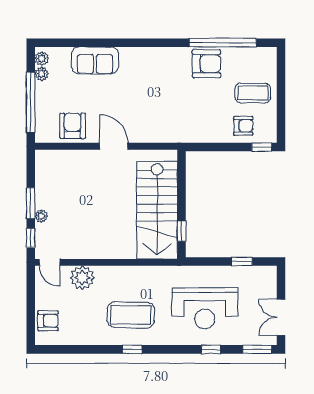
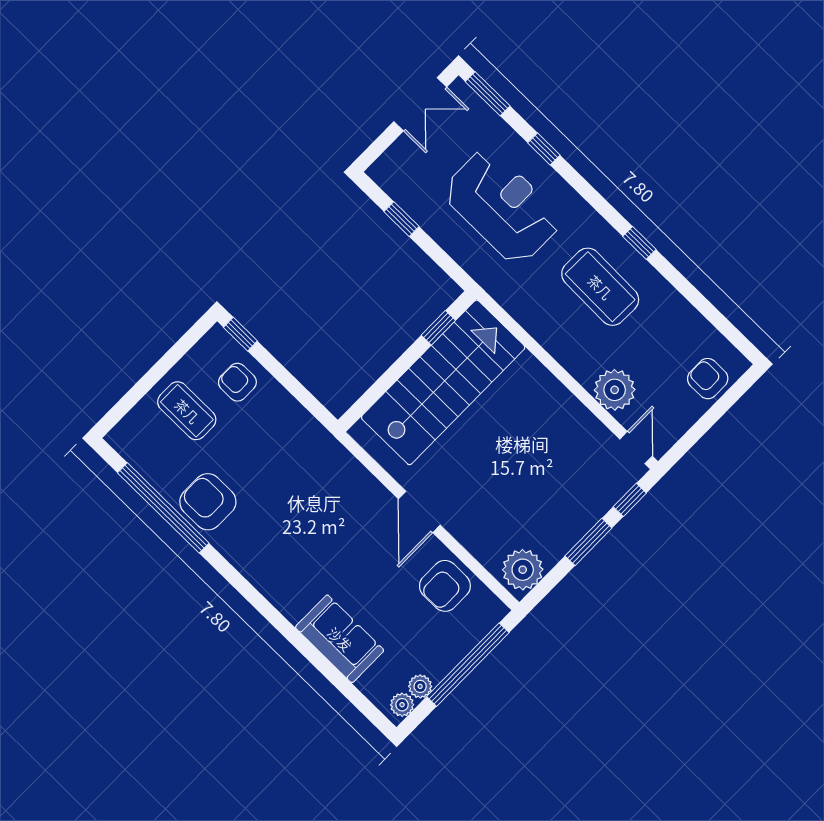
plant: (41, 216) -> (523, 570), moved, width x1.87, depth x1.87

